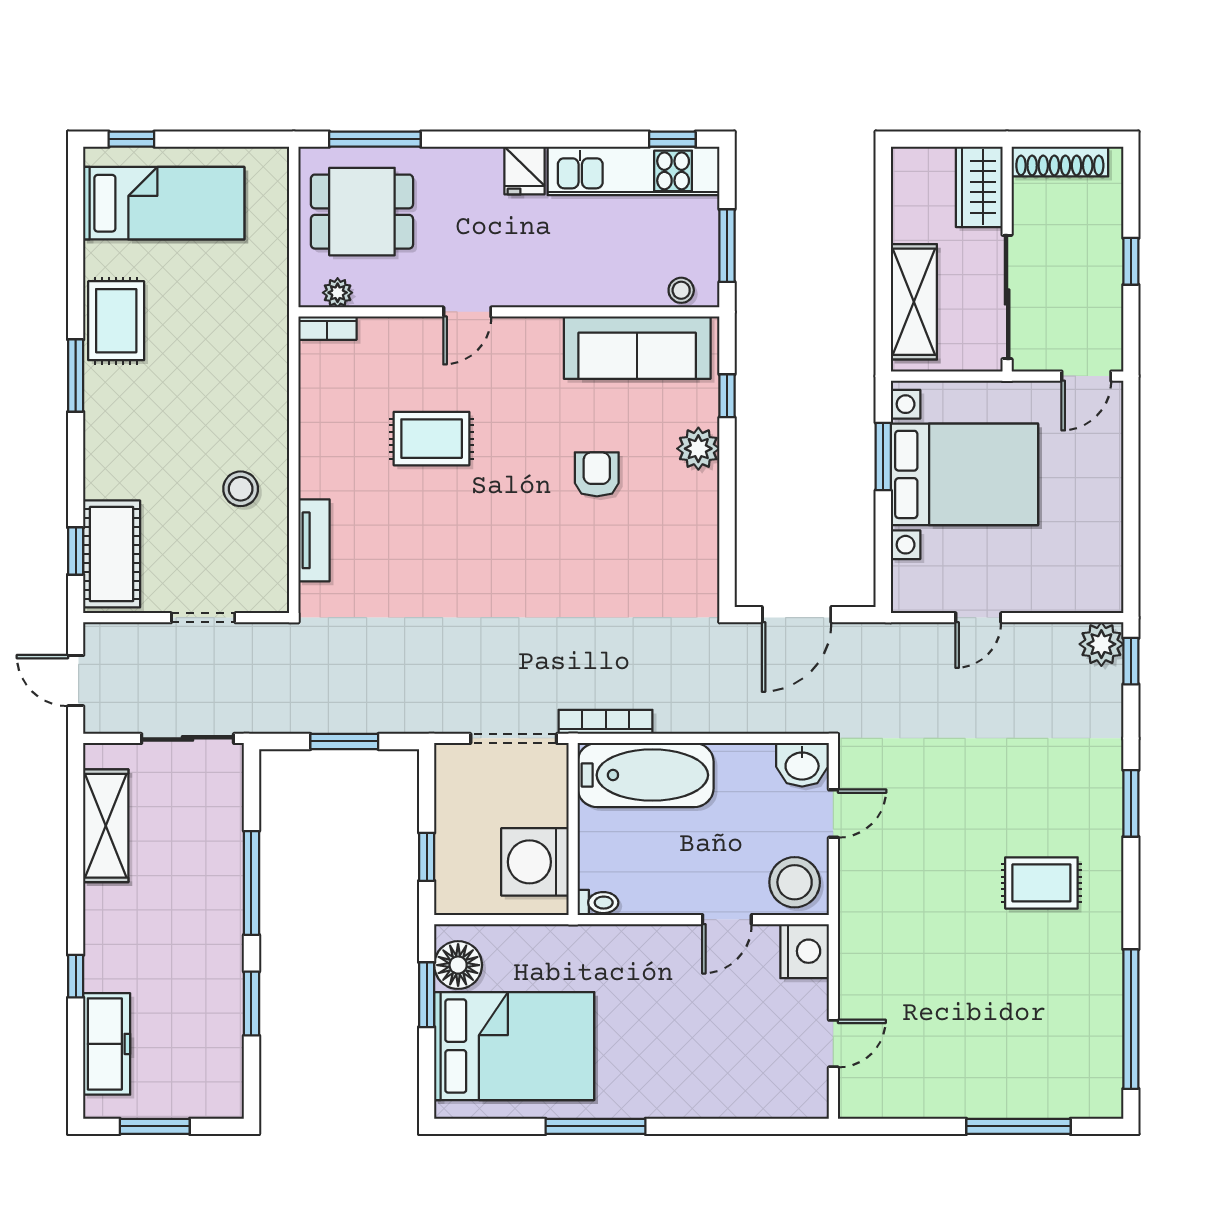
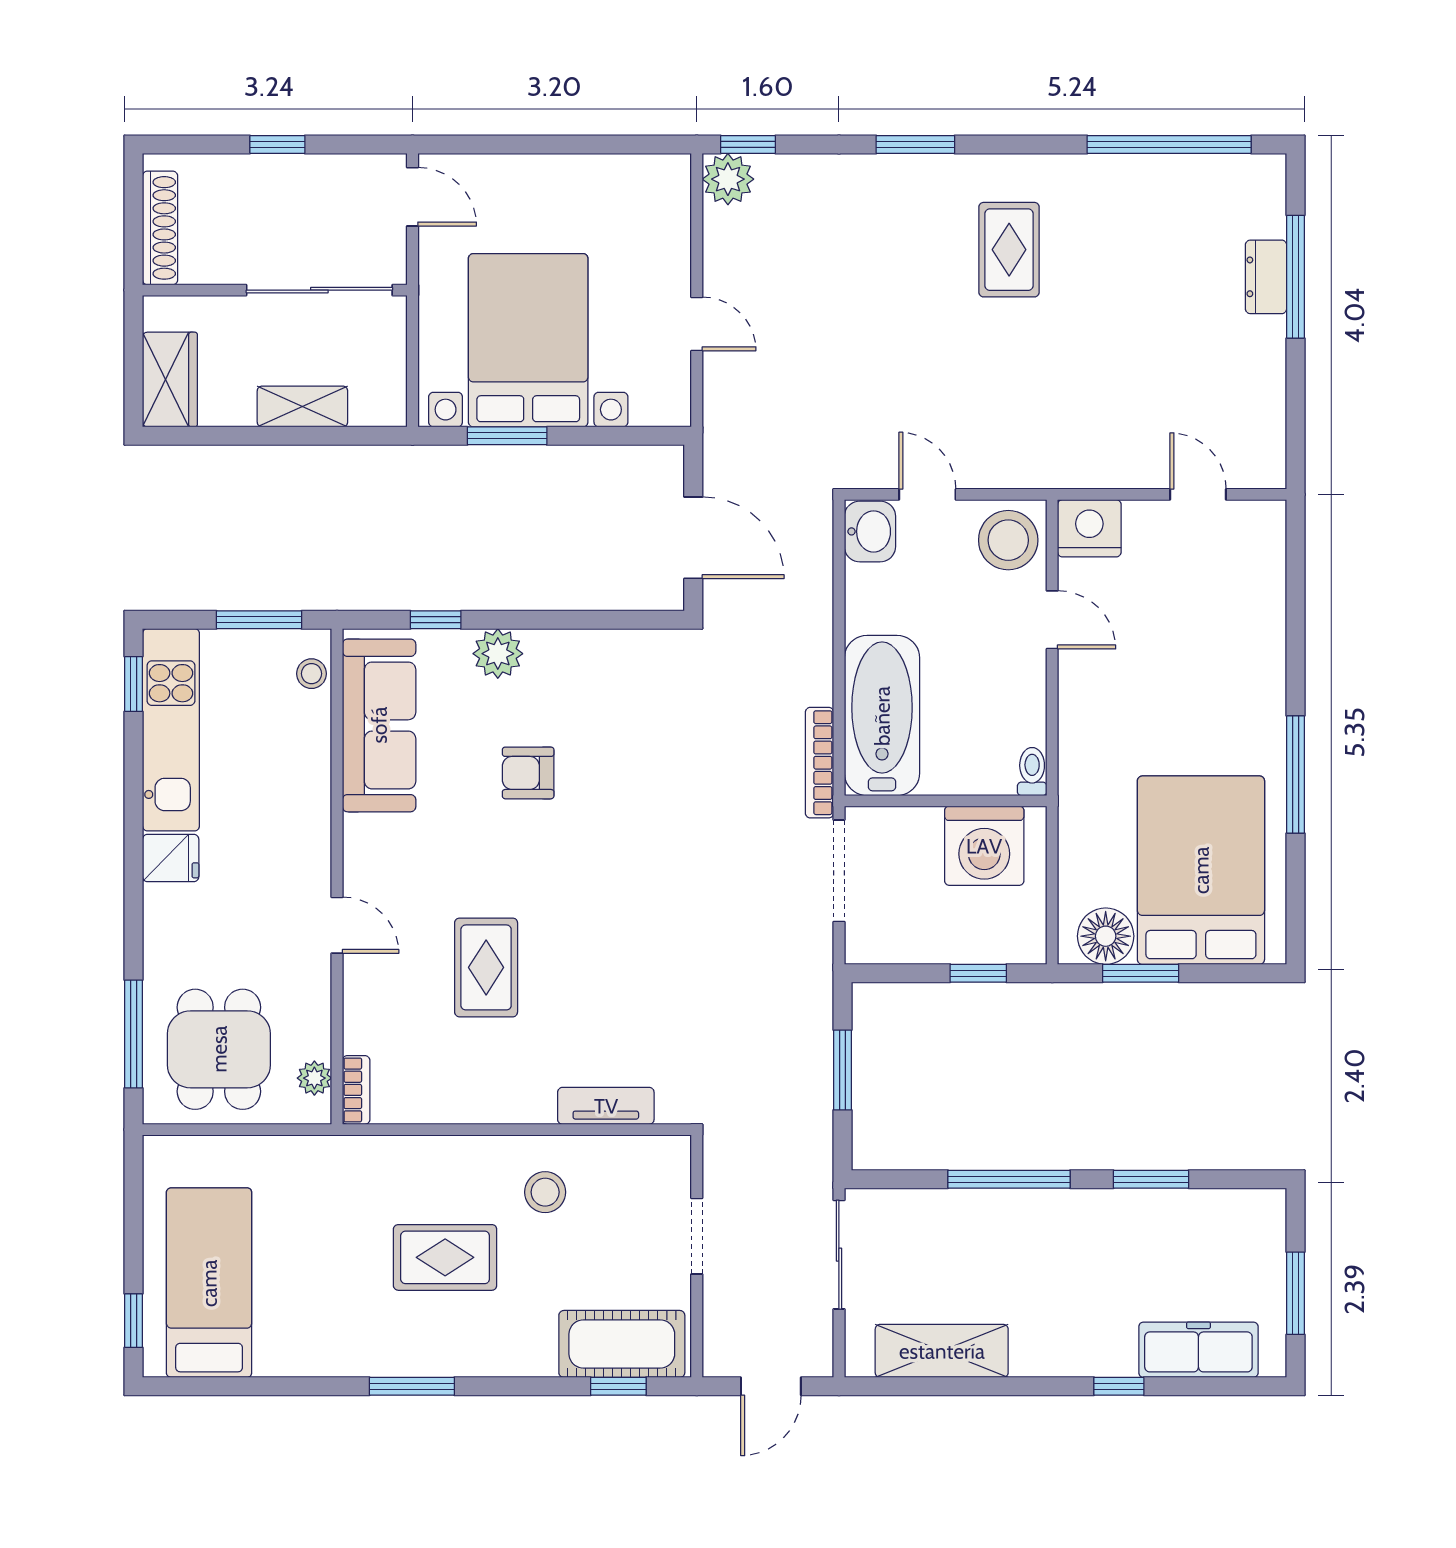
wardrobe: (979, 187) -> (170, 380), moved, turned -90
shelving: (914, 302) -> (302, 407), width x0.67, depth x0.75
rug: (116, 321) -> (445, 1257), moved
dresser: (1018, 1101) -> (1266, 277), added

